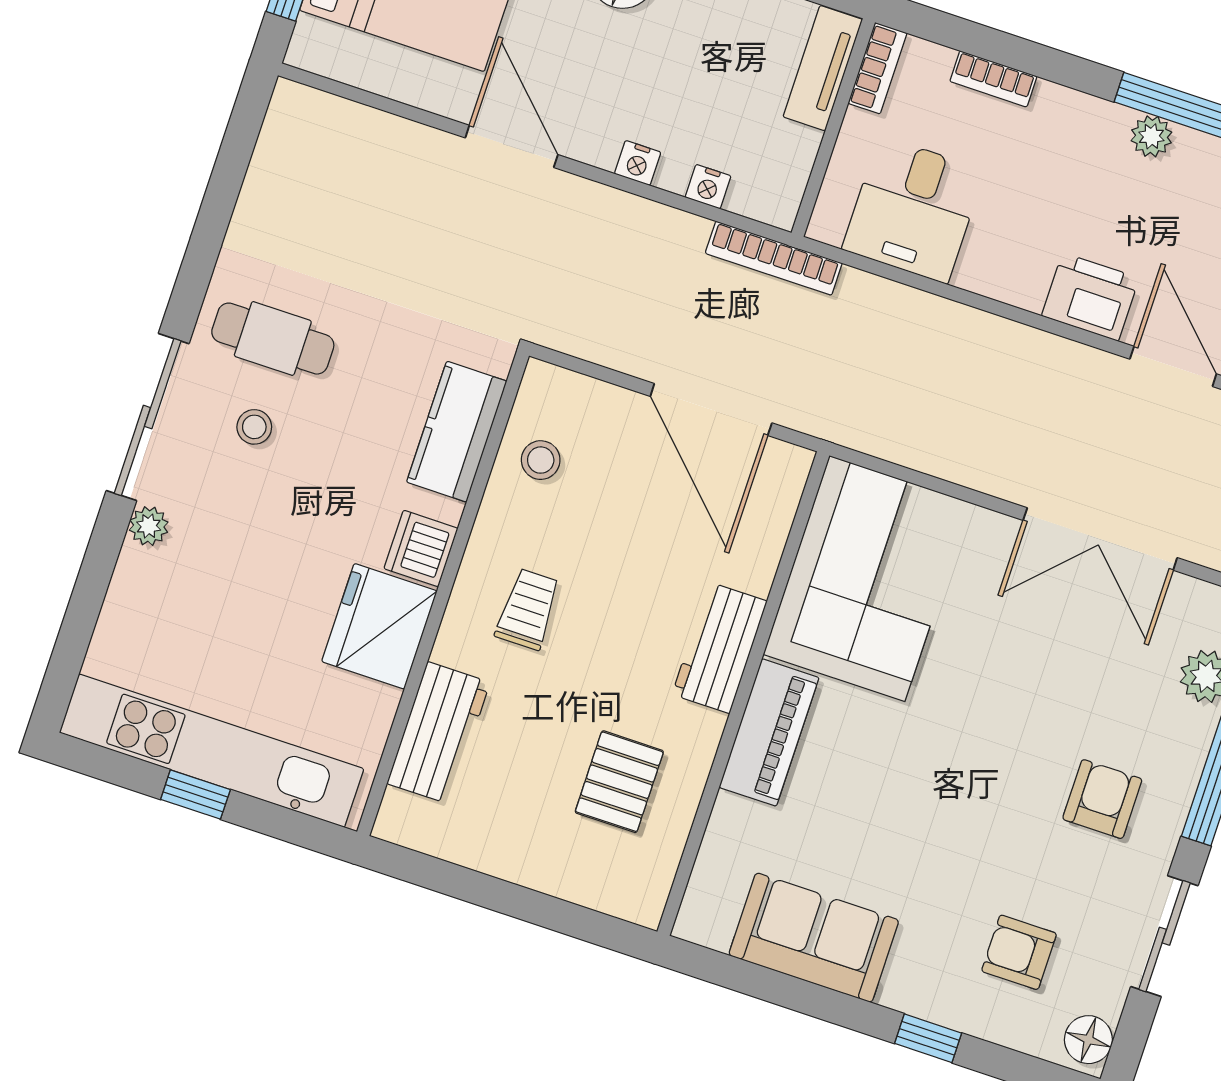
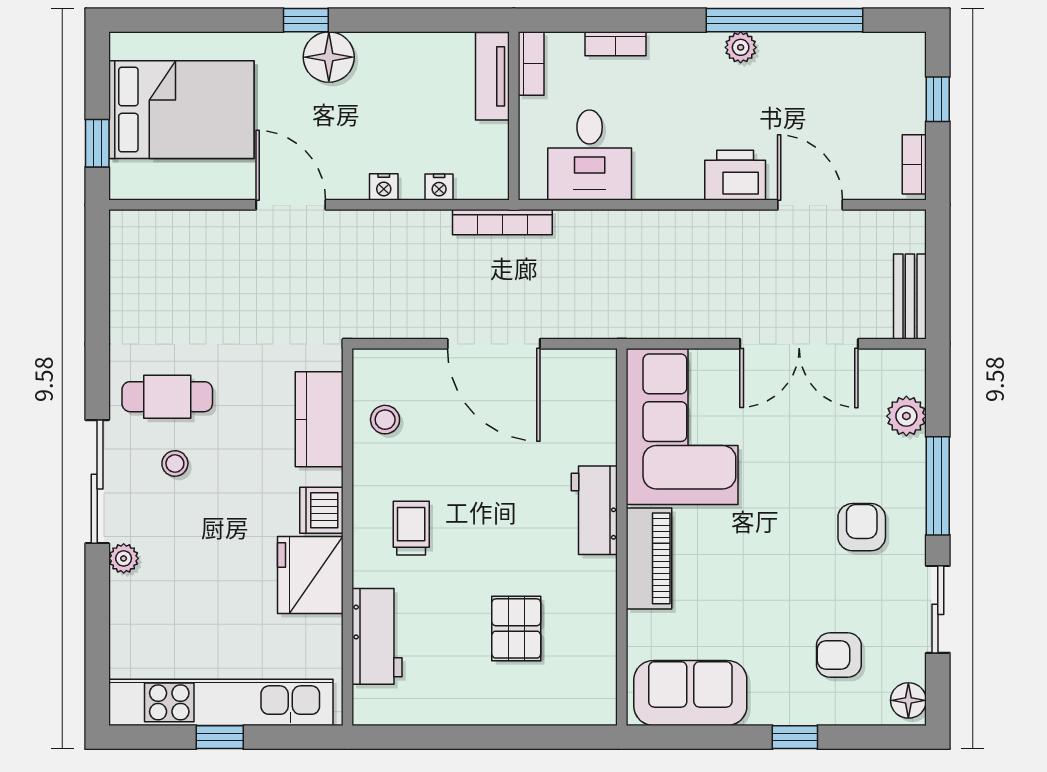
corner sofa: (867, 579) -> (682, 427), moved
workbench: (720, 648) -> (594, 510), moved
wall: (743, 694) -> (622, 537), moved
piano: (769, 732) -> (649, 558), moved

